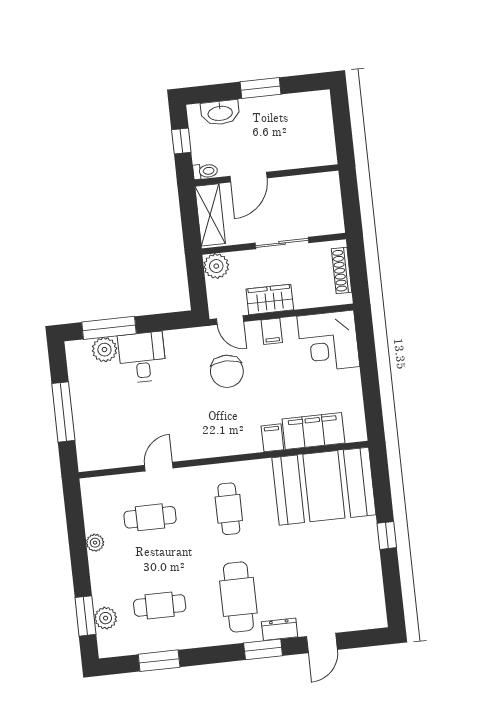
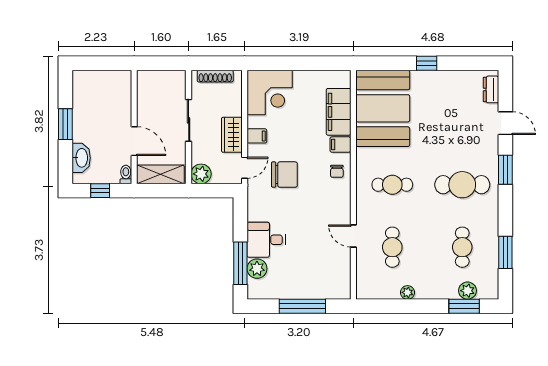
chair: (238, 437) -> (337, 171), added
dresser: (280, 629) -> (491, 89), moved

